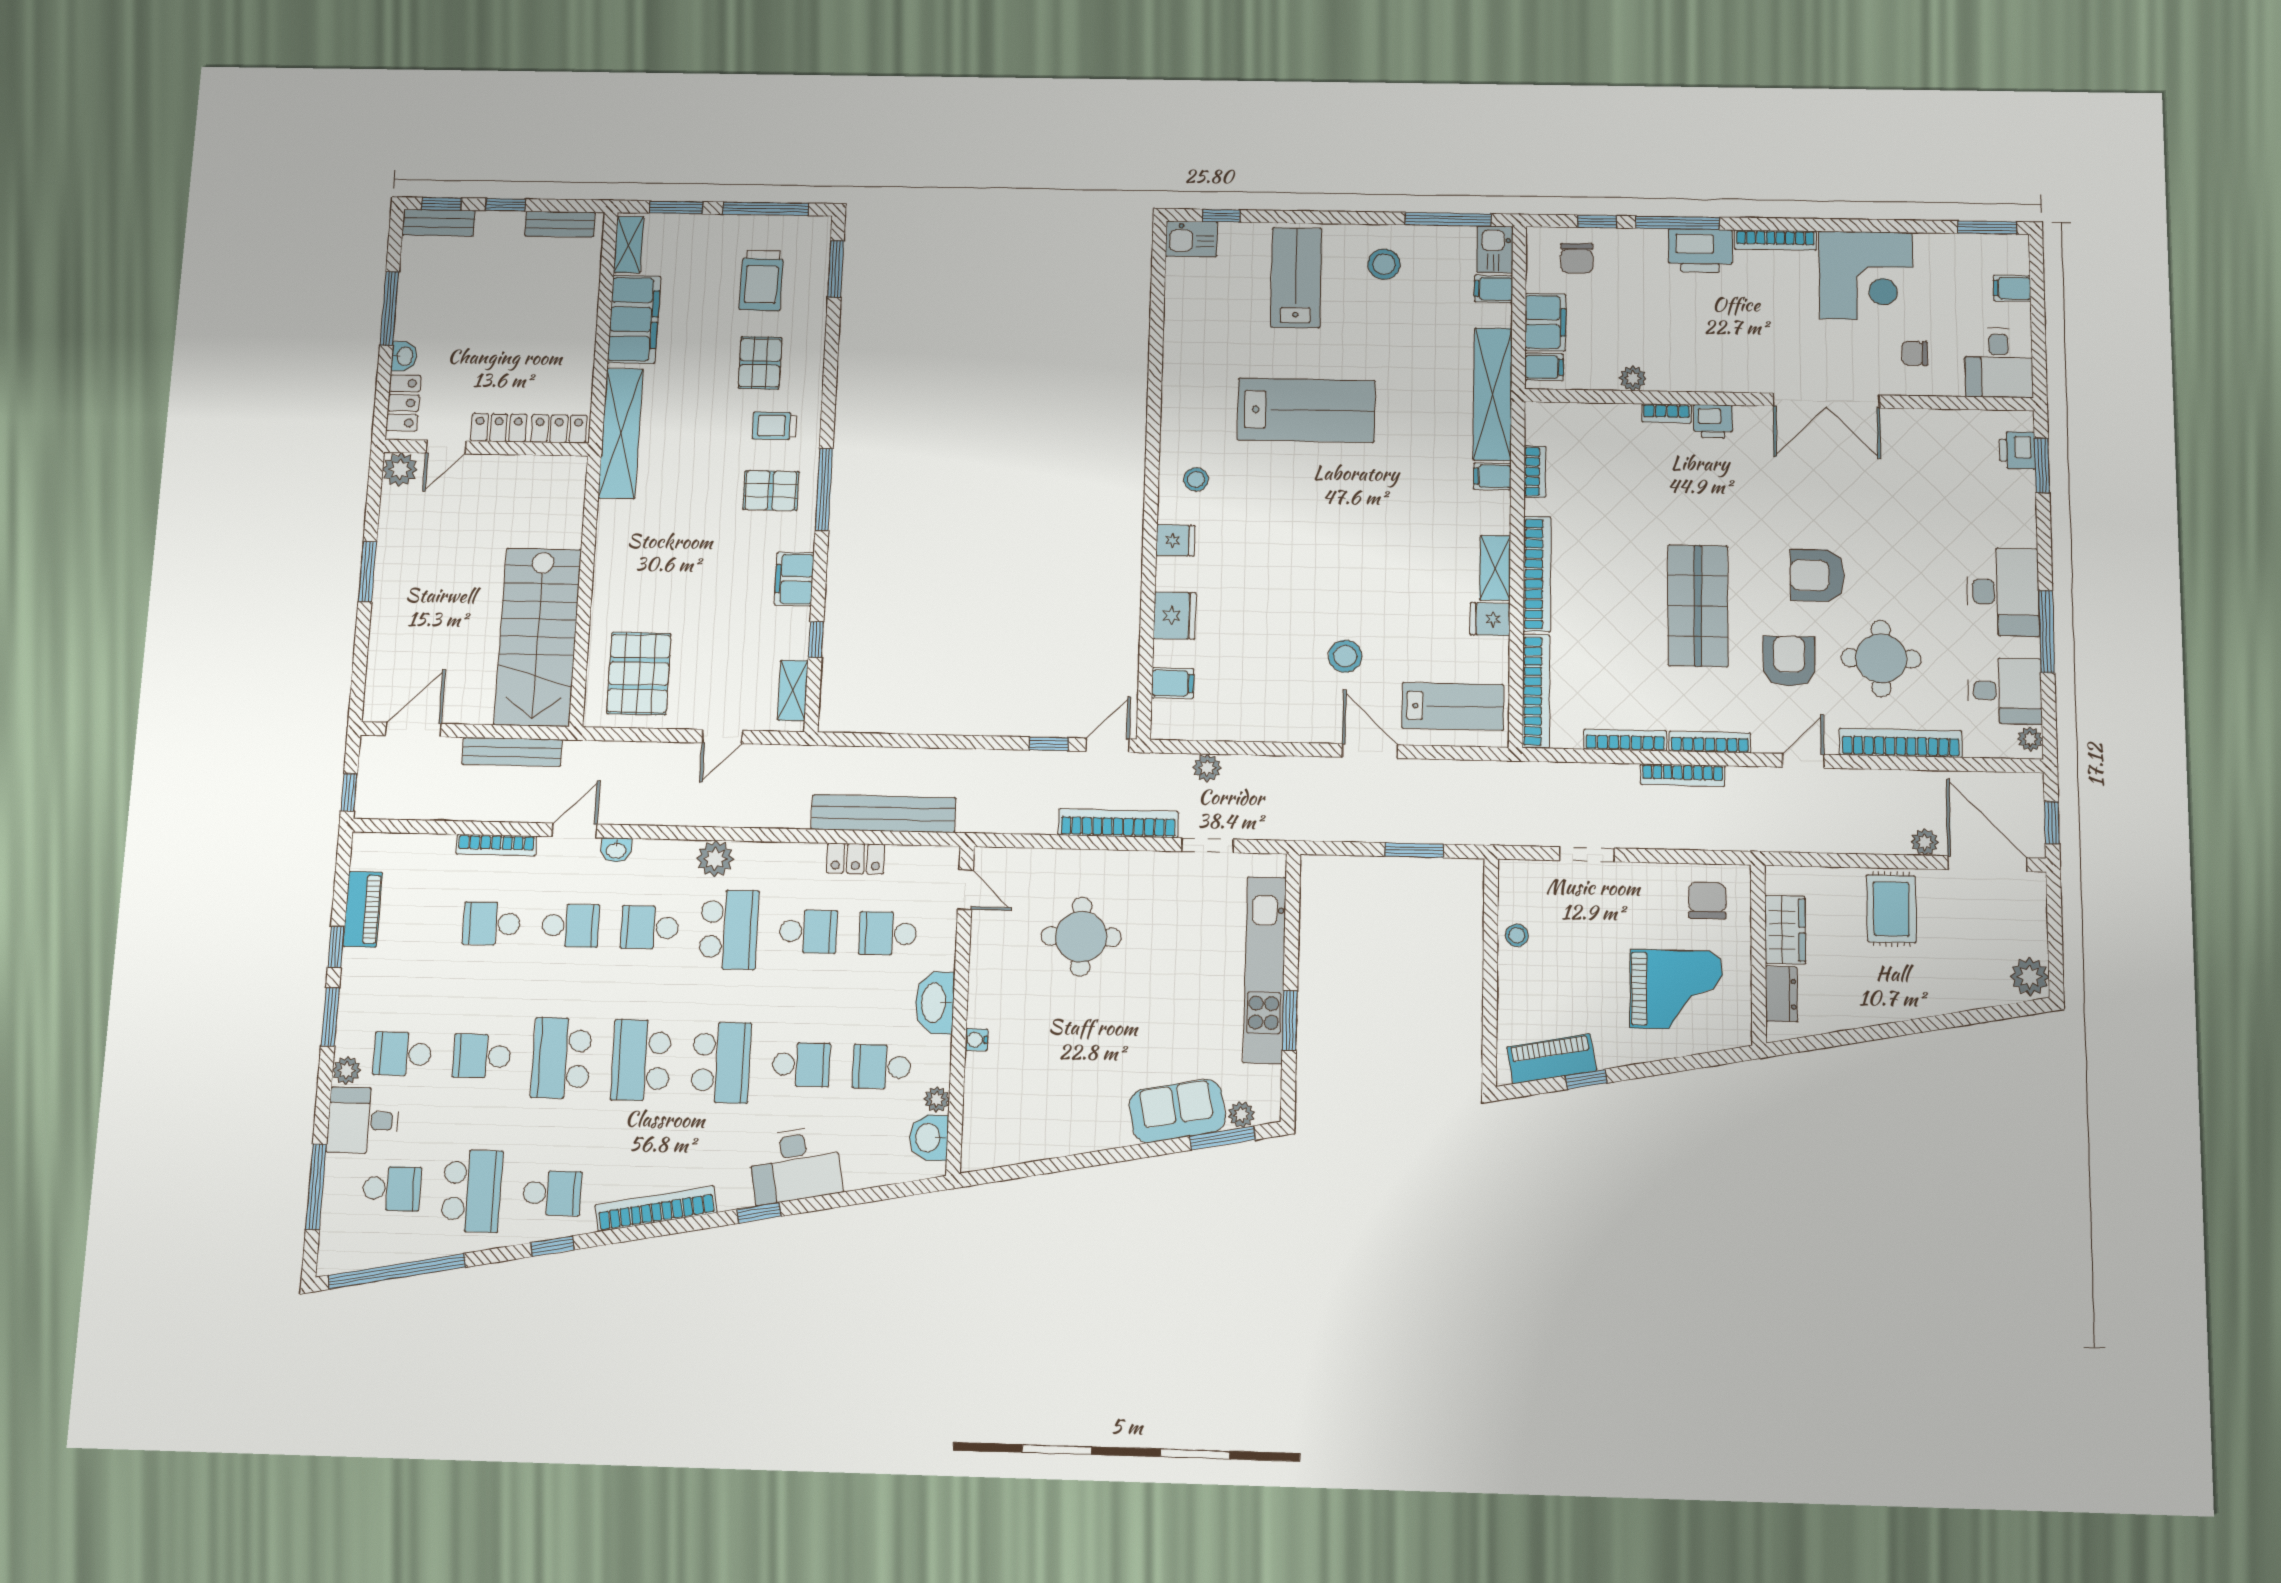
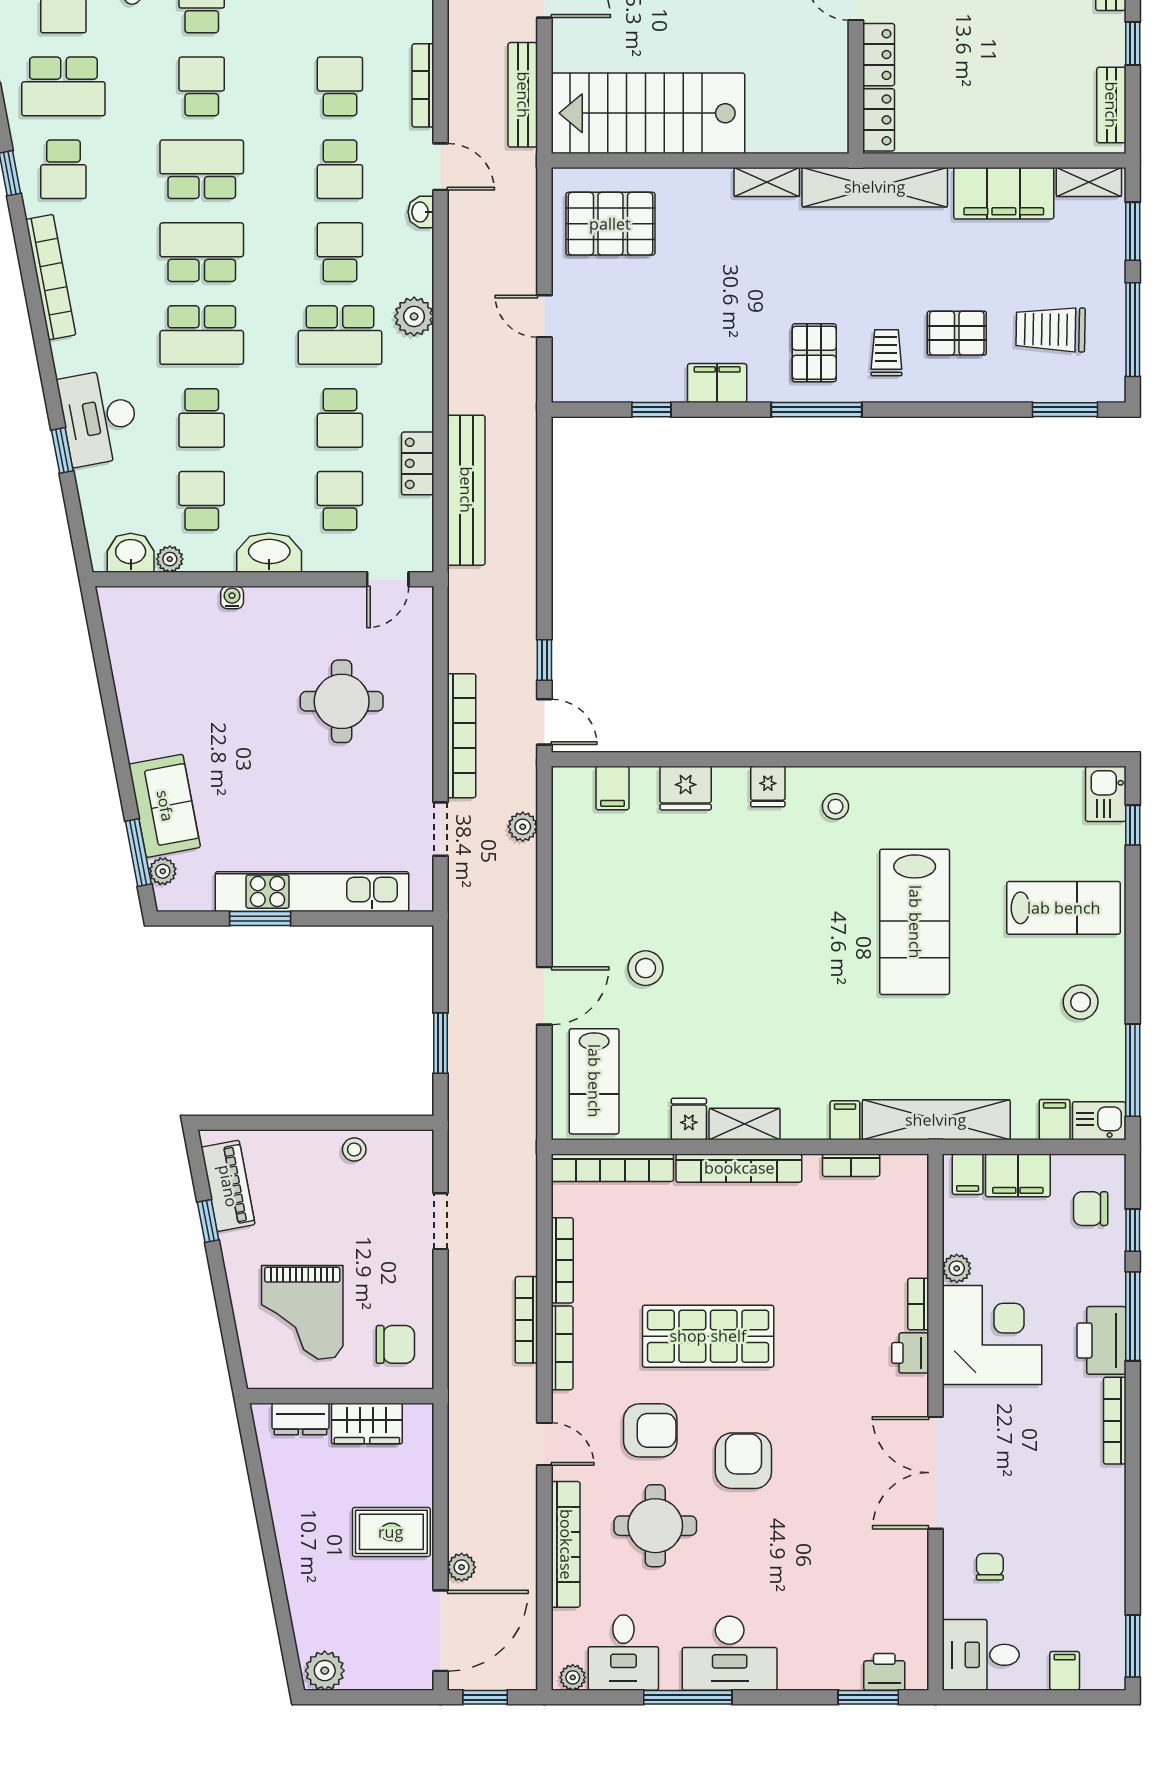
corner desk: (1866, 276) -> (992, 1335), moved, turned 180
shelving: (793, 690) -> (767, 182), moved
window: (759, 1213) -> (62, 450), moved

